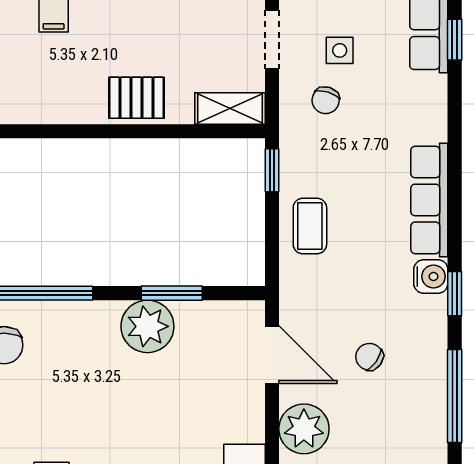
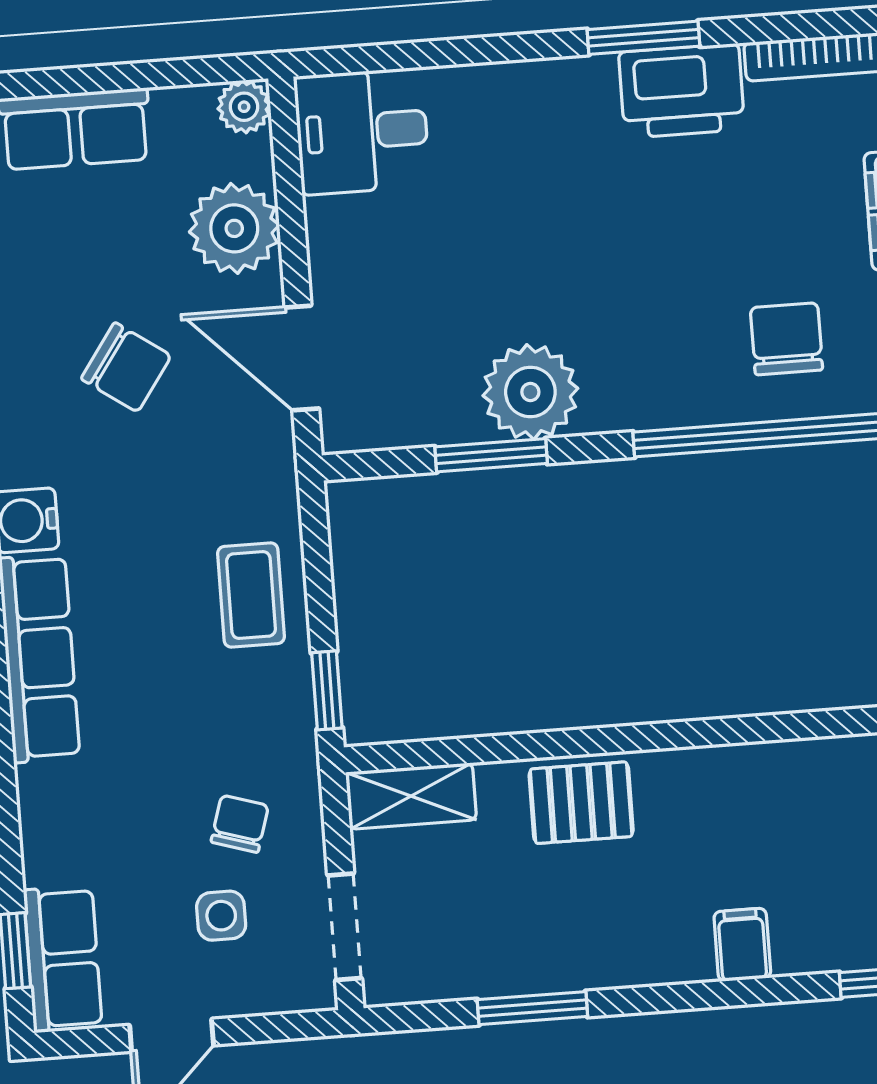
chair: (369, 357) -> (126, 367), width x1.37, depth x1.37

